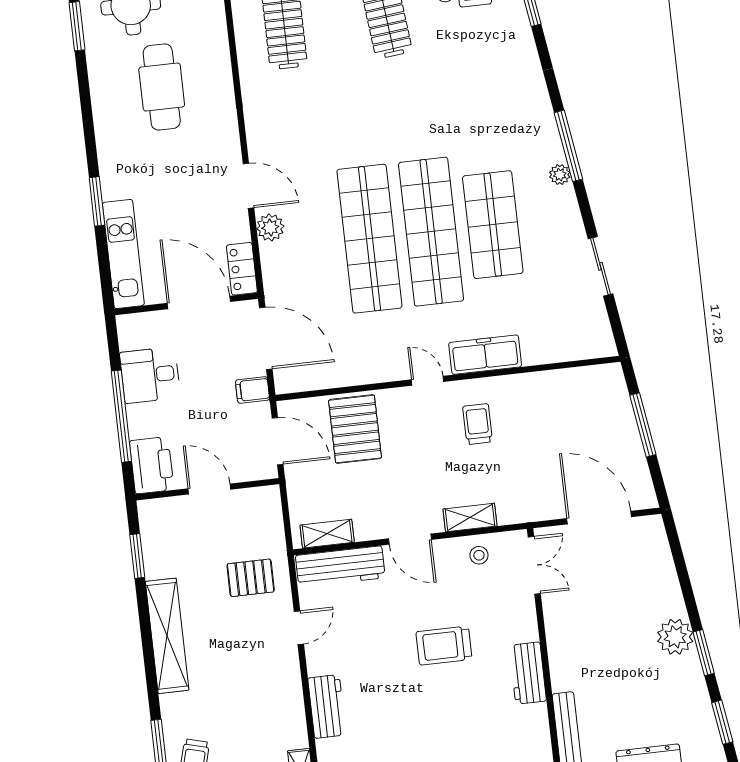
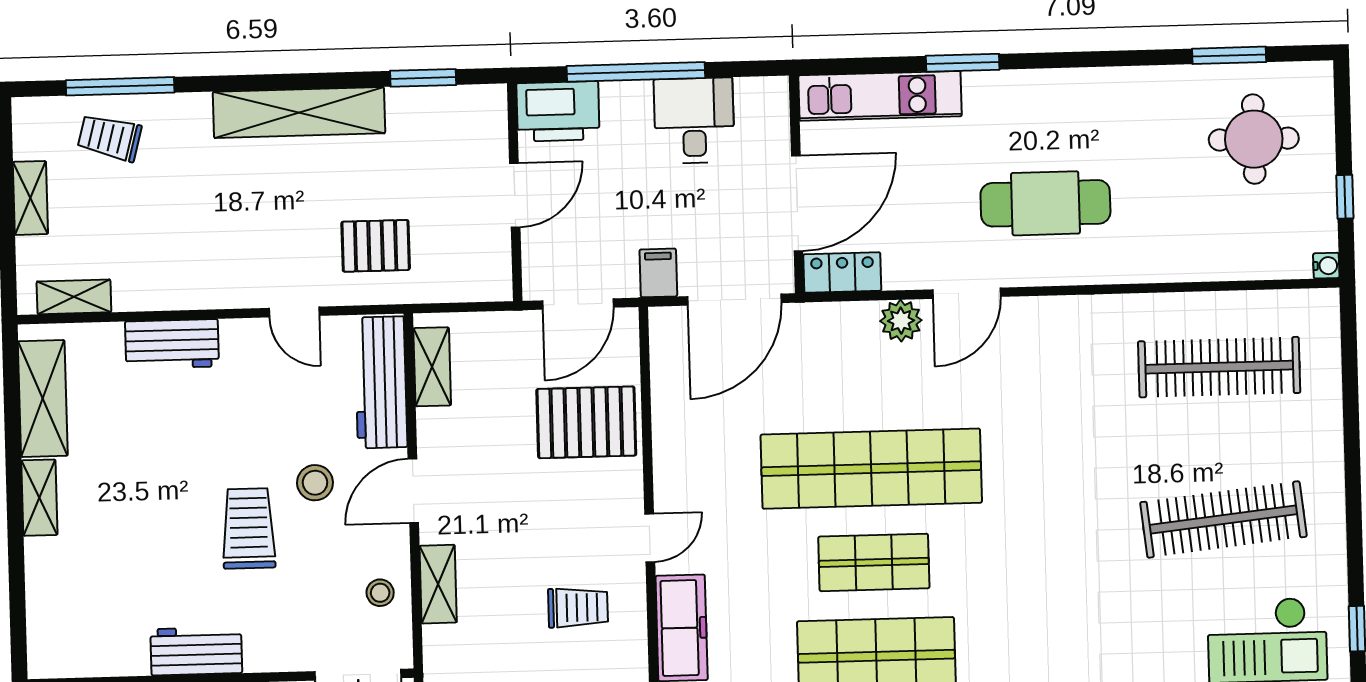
cafe table: (162, 87) -> (1045, 203), moved
shop shelf: (431, 232) -> (874, 562), width x0.50, depth x0.74
pallet: (251, 578) -> (376, 246), turned 90
stool: (410, 604) -> (315, 483), added

